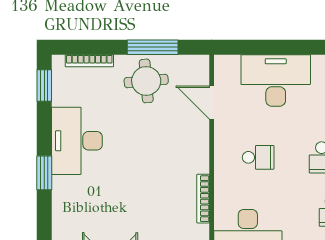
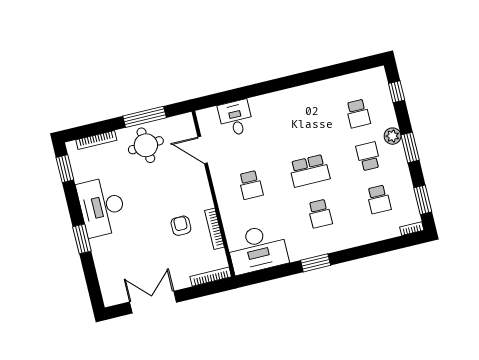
desk: (276, 80) -> (236, 118), width x0.53, depth x0.77
school desk: (258, 157) -> (251, 185), turned 90
armchair: (165, 186) -> (181, 226), added

